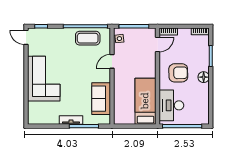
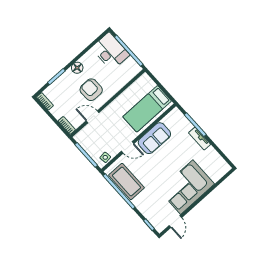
door: (26, 37) -> (175, 222), moved
coffee table: (88, 38) -> (126, 181), width x1.36, depth x1.32
door: (158, 44) -> (93, 117), moved
sofa: (101, 99) -> (154, 138), moved
bed: (145, 101) -> (147, 109), moved
desk: (171, 105) -> (110, 51), moved, turned -90

